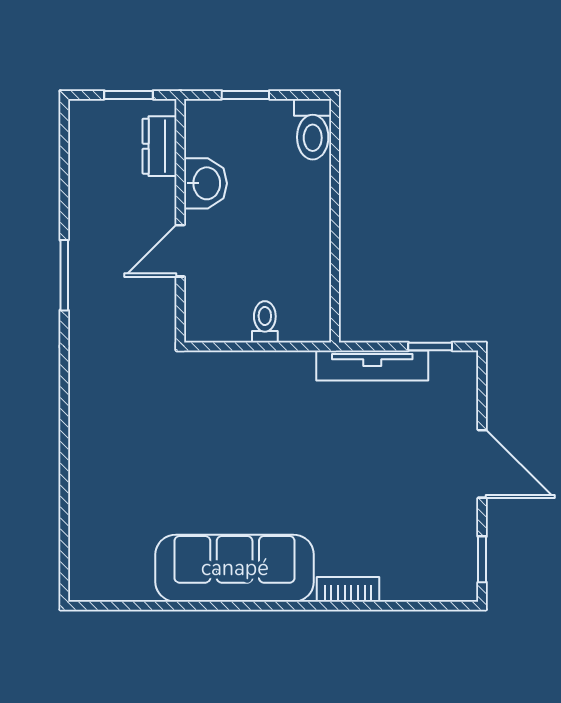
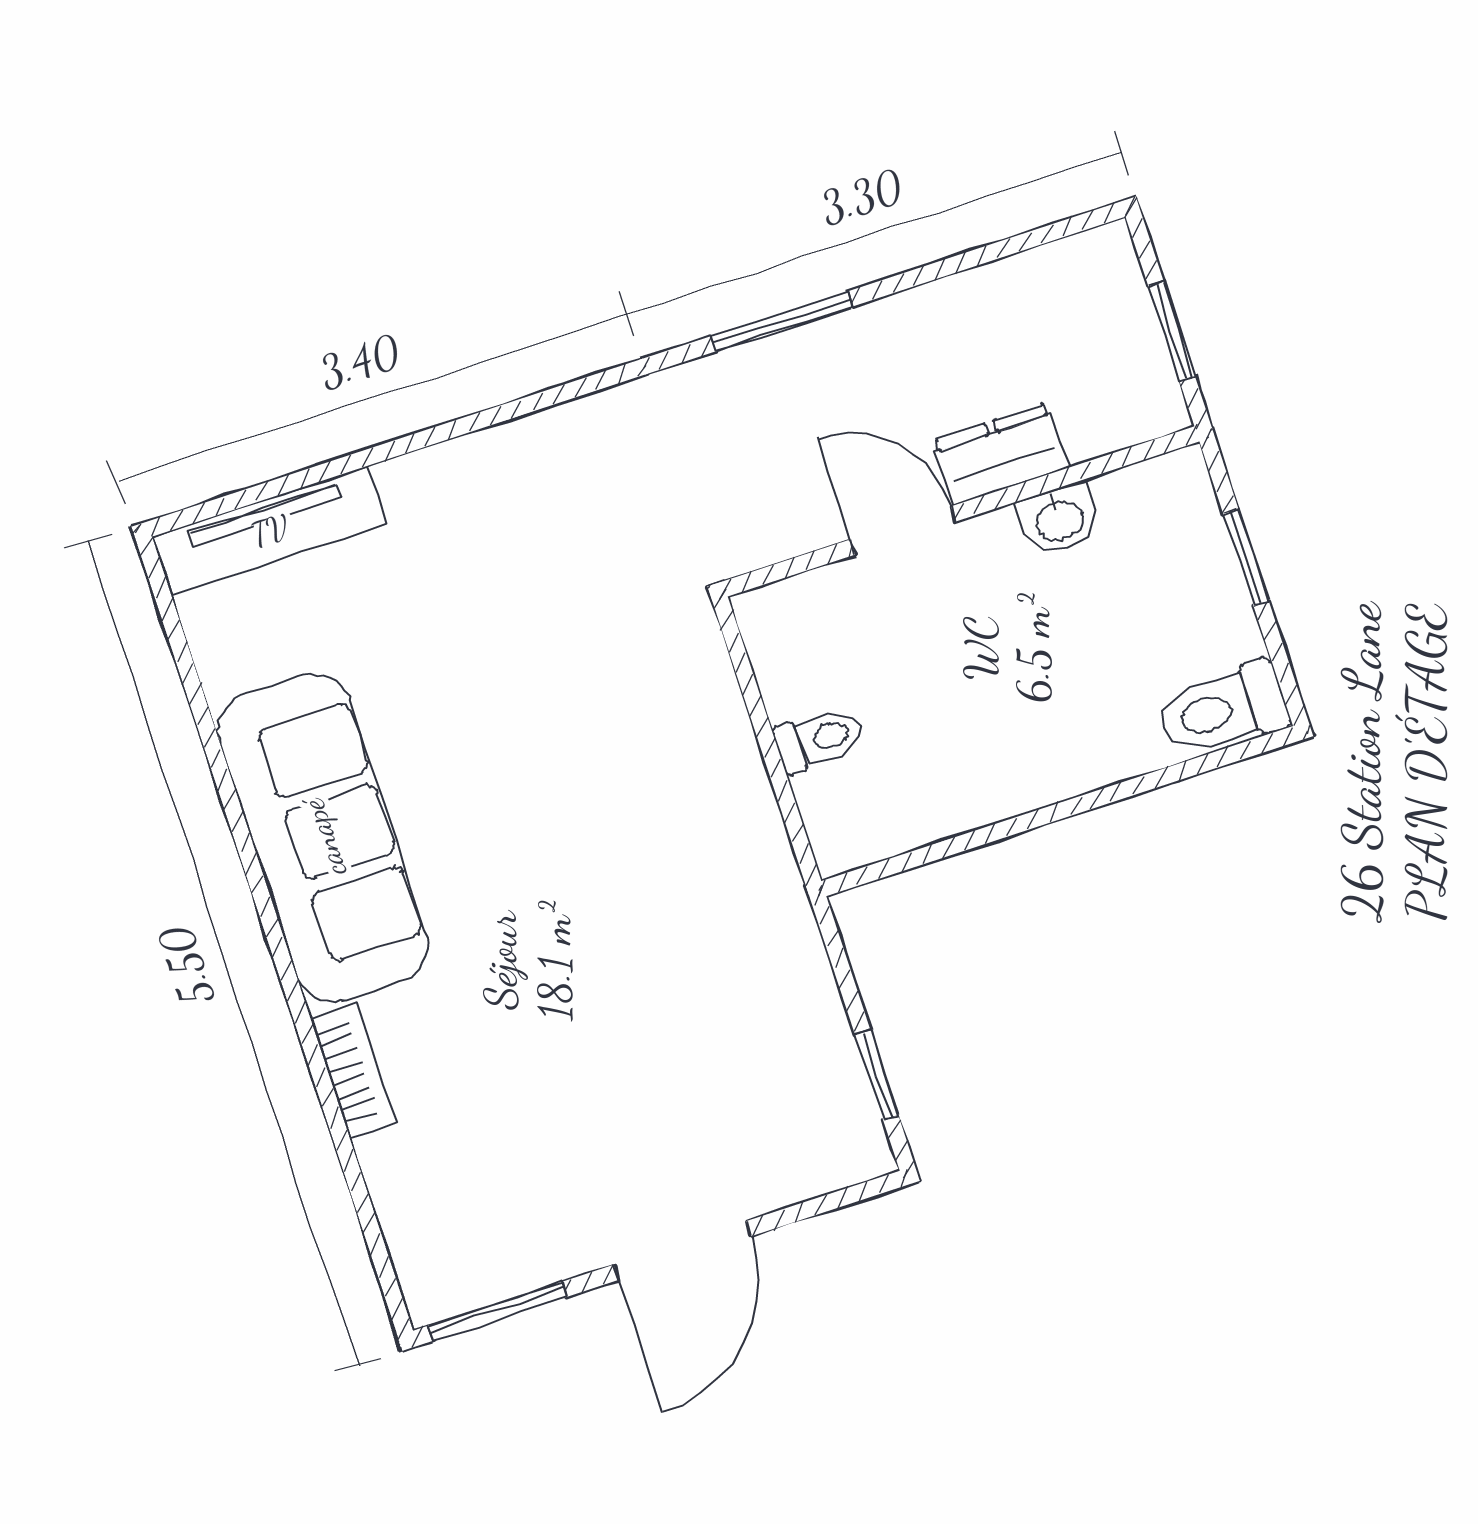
dresser: (160, 146) -> (1000, 454), moved
washbasin: (205, 183) -> (1059, 519), width x0.72, depth x0.69
tv unit: (372, 365) -> (270, 531), moved, turned -90
window: (482, 559) -> (498, 1311), width x1.50

